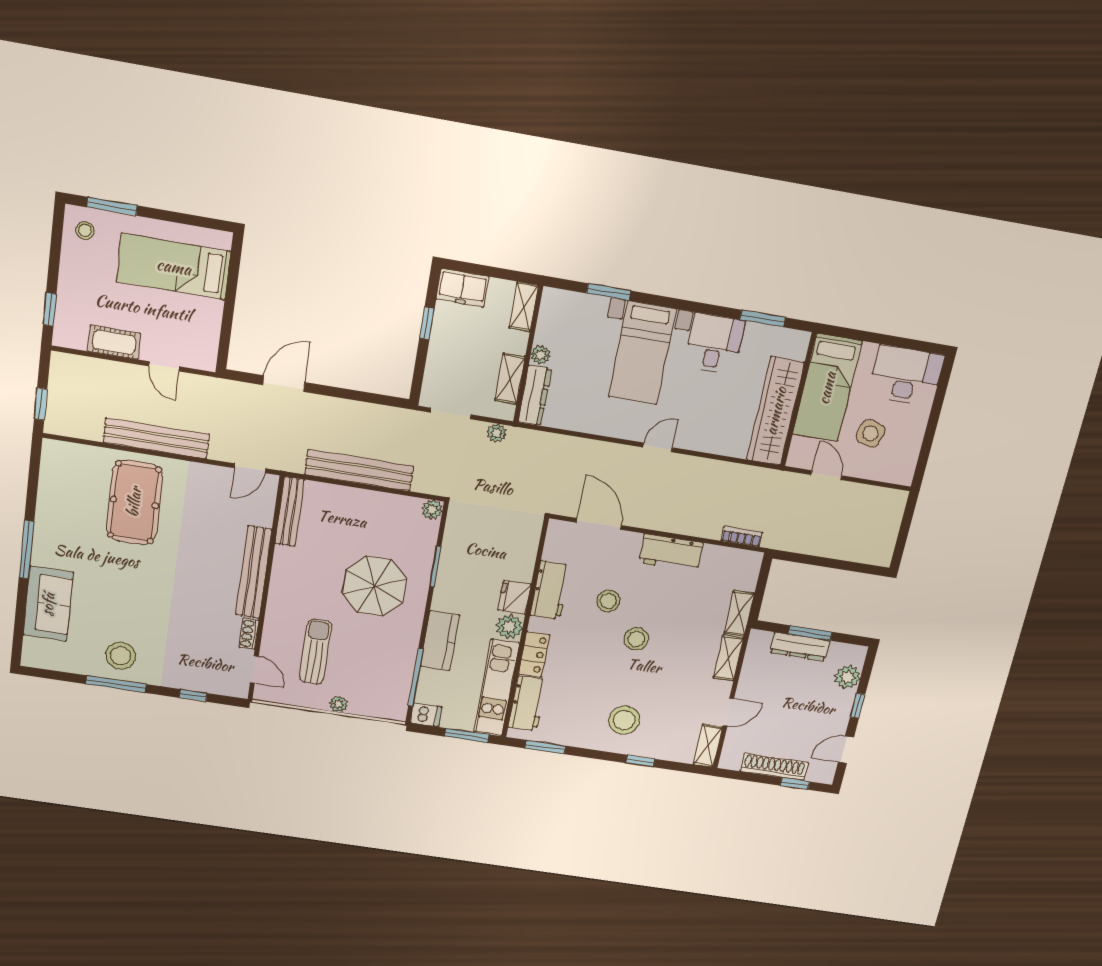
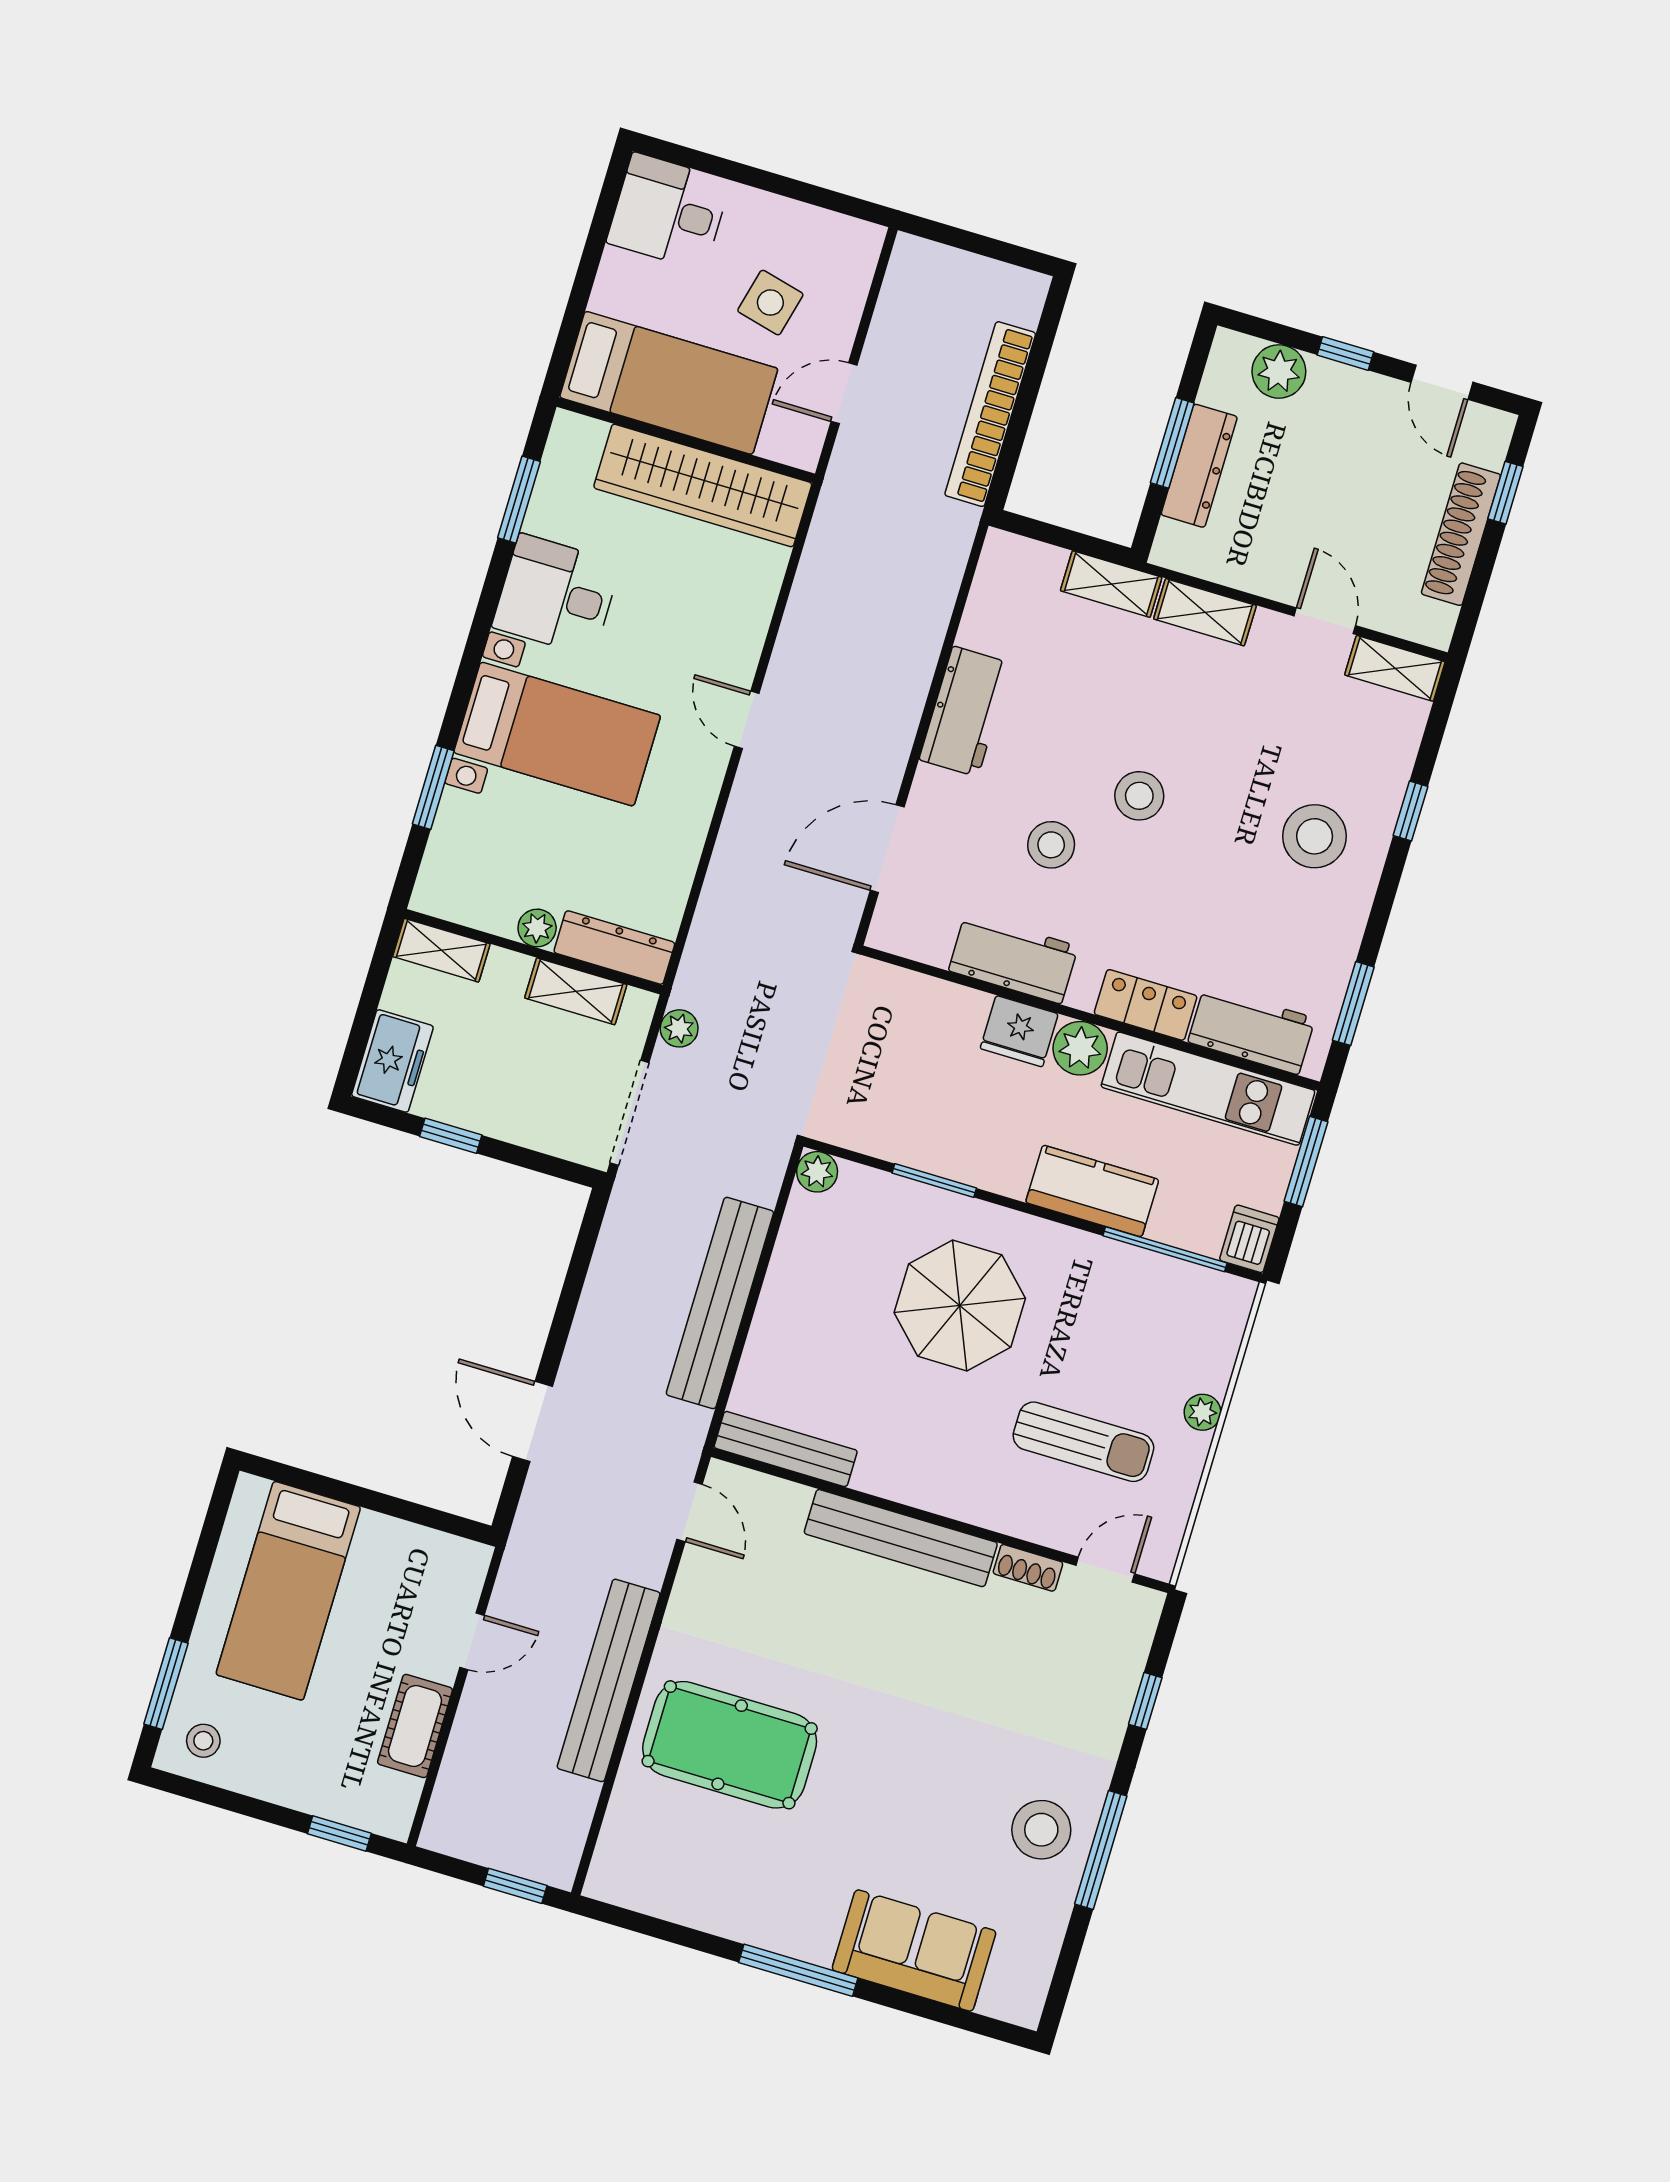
desk: (906, 376) -> (669, 212), width x0.73
doorway: (451, 413) -> (630, 1113), width x1.38
bookcase: (742, 537) -> (990, 414), moved, width x2.31, depth x1.31
sun lounger: (316, 652) -> (1083, 1442), turned 180

